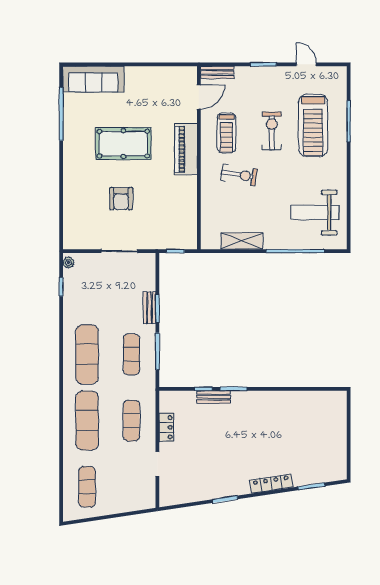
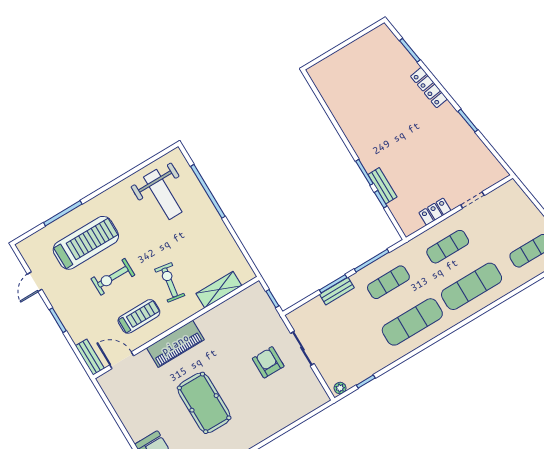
armchair: (121, 199) -> (268, 362), moved, turned -90
shelving: (242, 241) -> (219, 290), moved, turned 90

